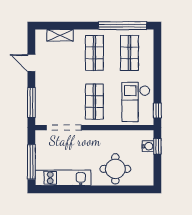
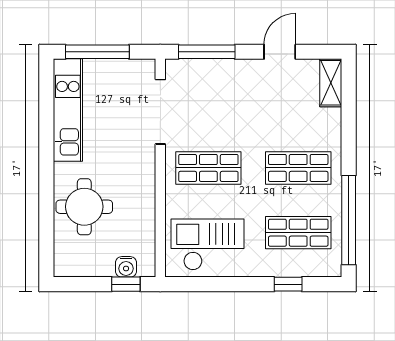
shelving: (60, 35) -> (331, 83), moved
window: (157, 110) -> (288, 284), moved

